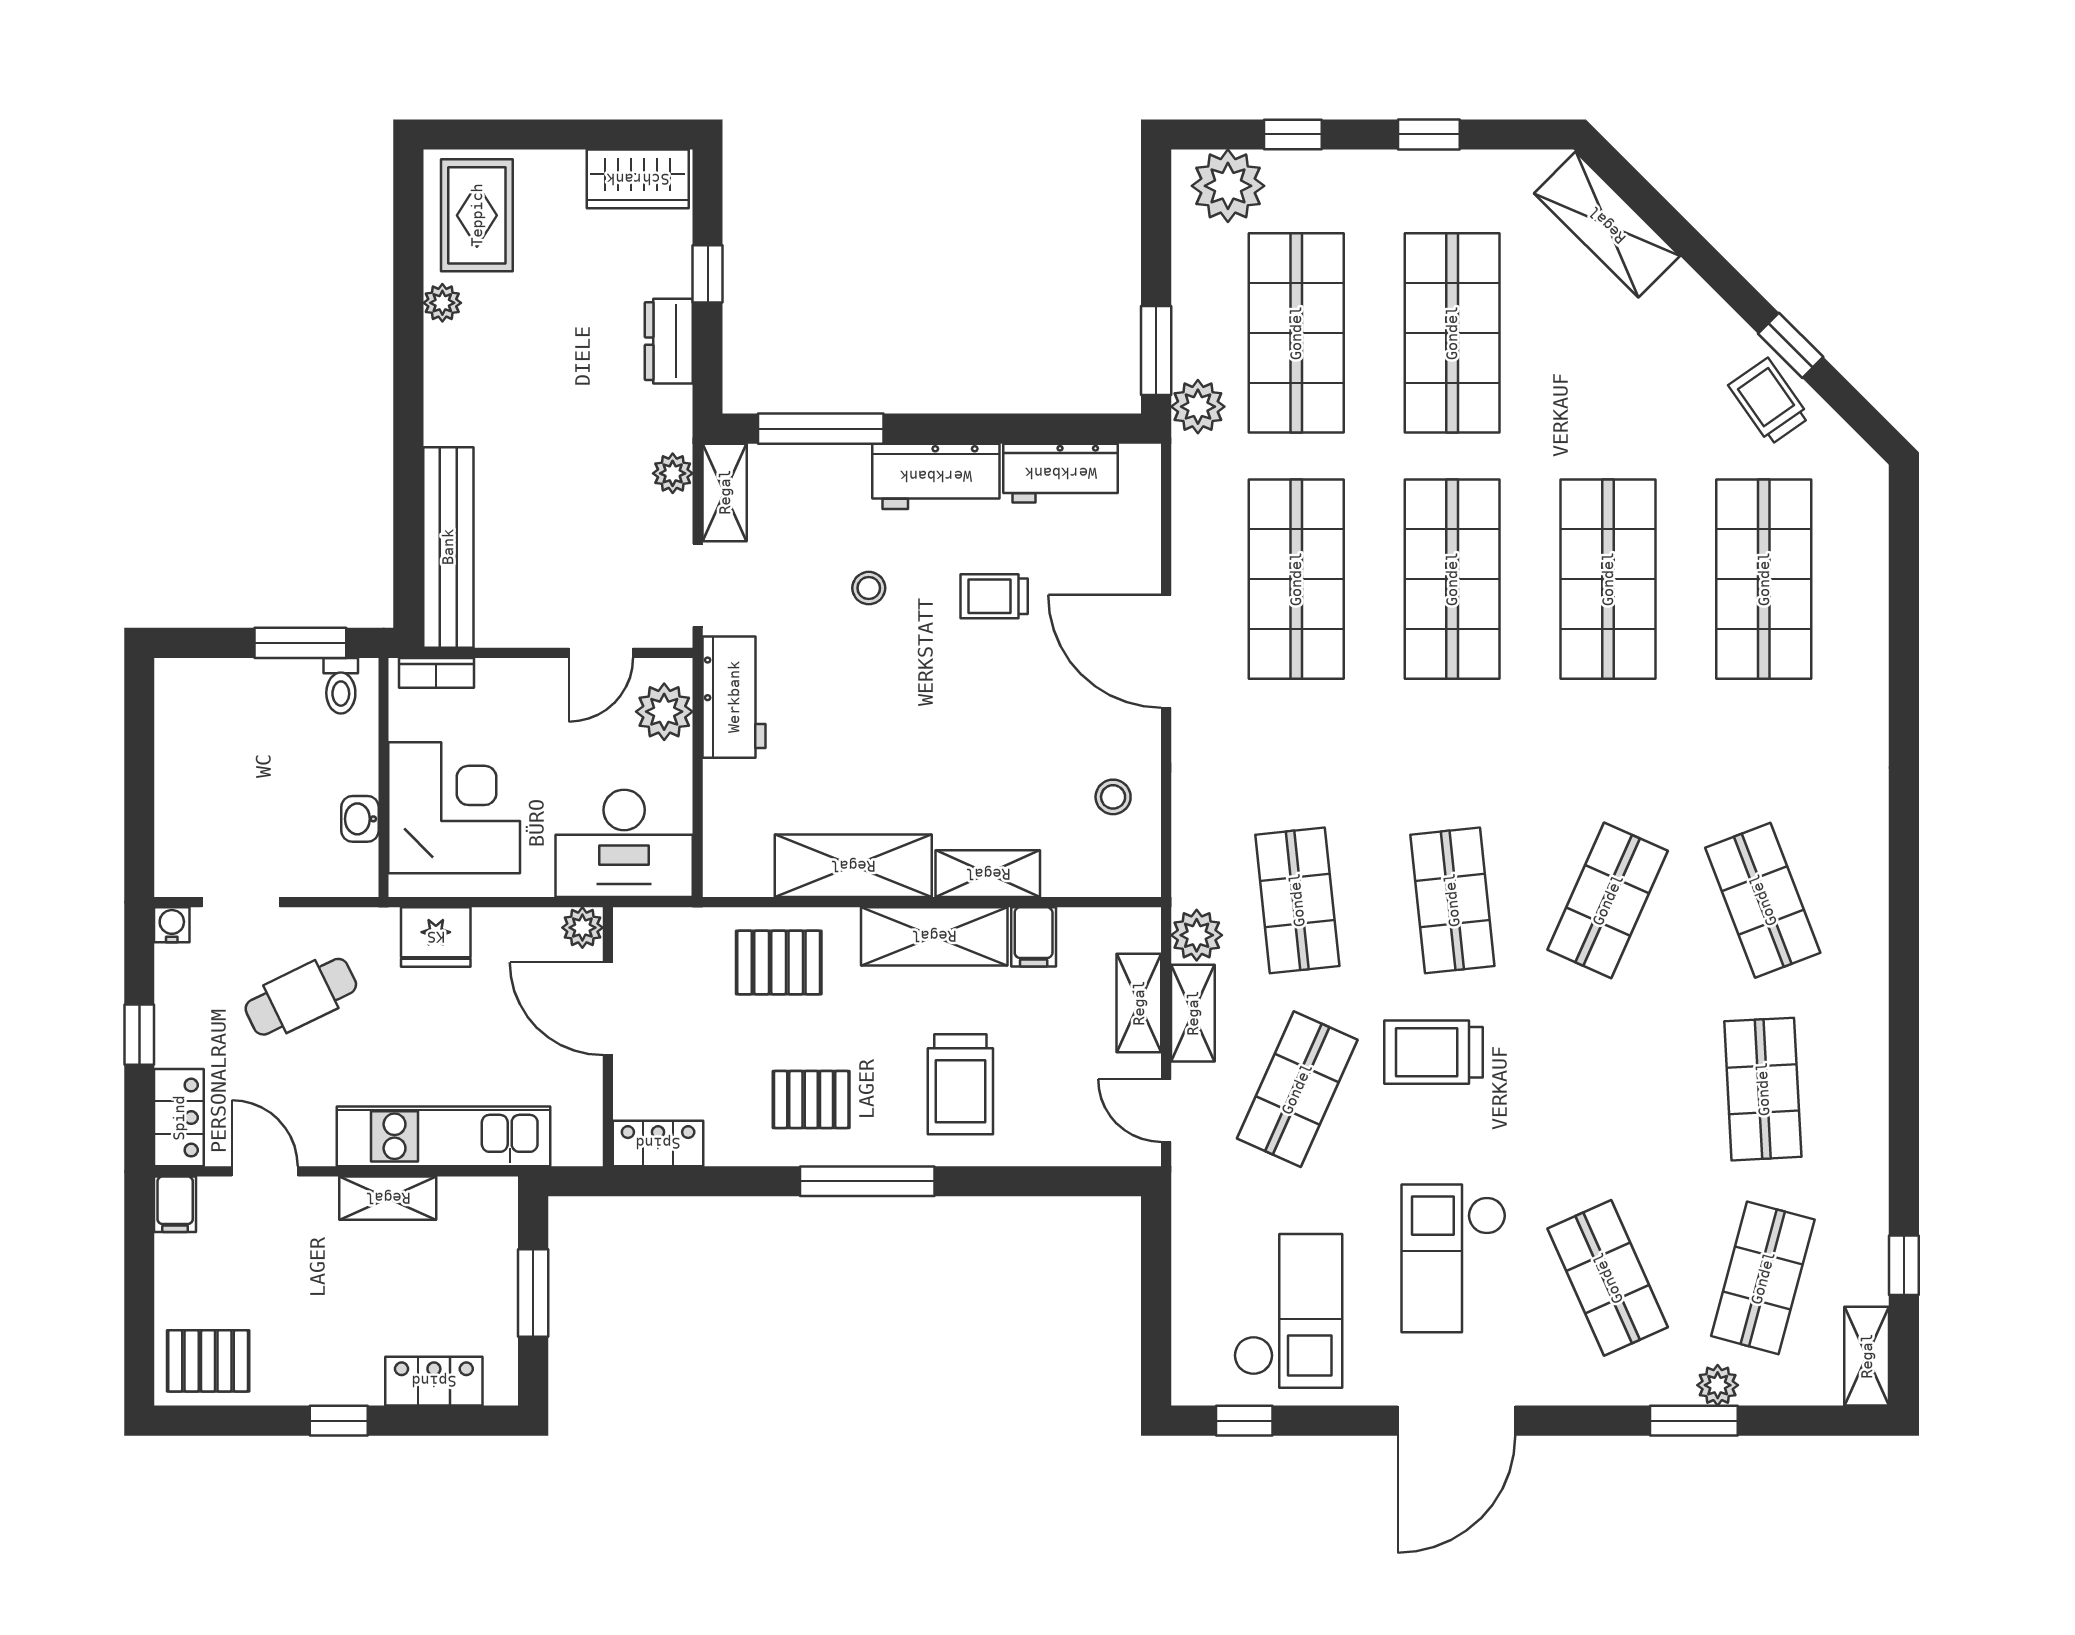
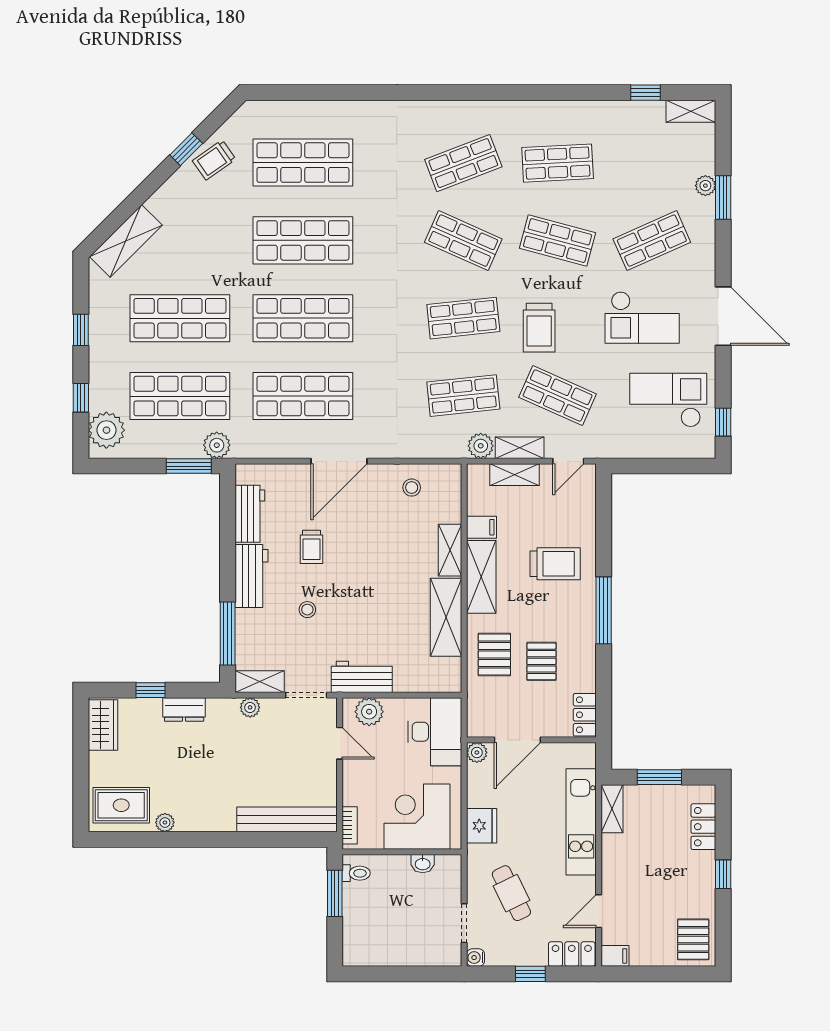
pallet: (811, 1099) -> (541, 661), moved
shelving: (388, 1198) -> (612, 809), moved
shop shelf: (1763, 1278) -> (558, 241), moved

